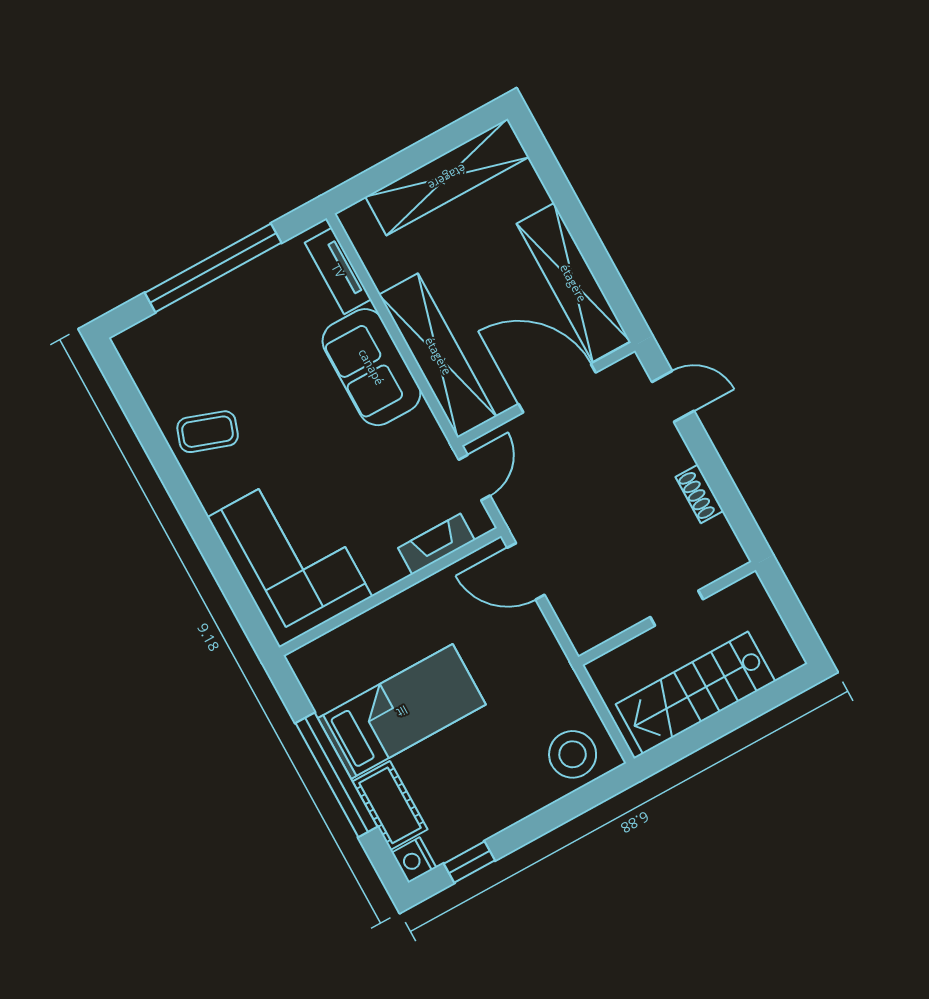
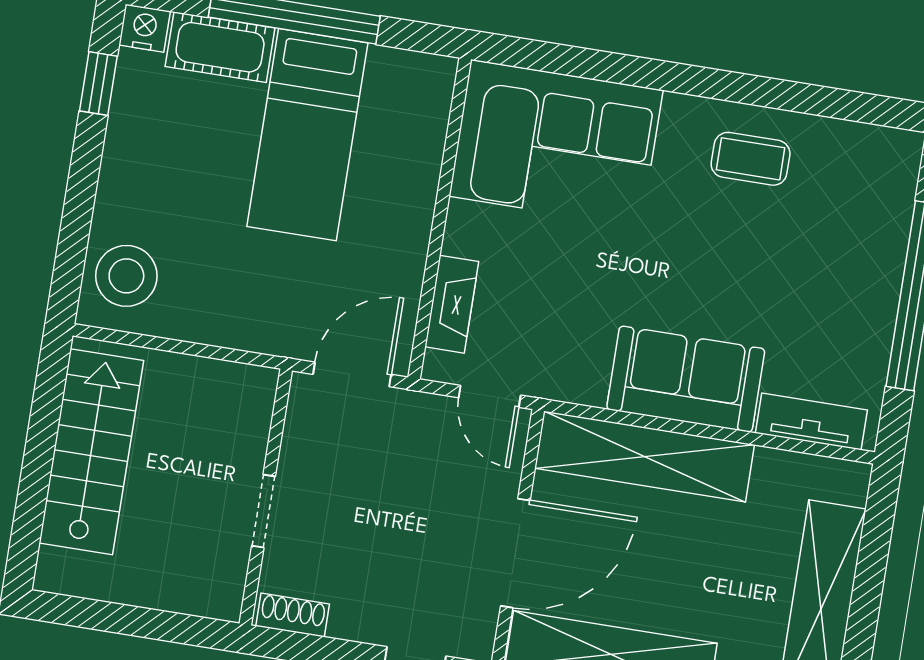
coffee table: (208, 432) -> (751, 159), turned 71
doorway: (677, 608) -> (264, 511), moved
wall: (667, 613) -> (266, 497), moved

